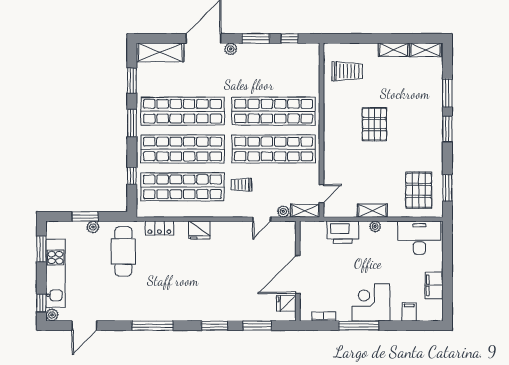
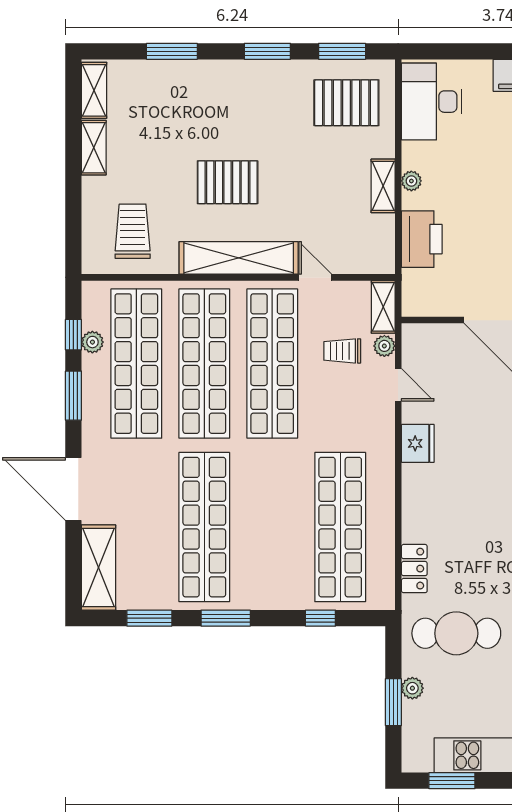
plant: (231, 49) -> (92, 342), moved
window: (447, 129) -> (267, 51), moved
shelving: (332, 130) -> (239, 258), added
shop shelf: (183, 149) -> (136, 364), moved
trolley: (241, 185) -> (342, 351), moved, turned 90
door: (322, 194) -> (315, 277), moved
fridge: (199, 230) -> (418, 443), moved

